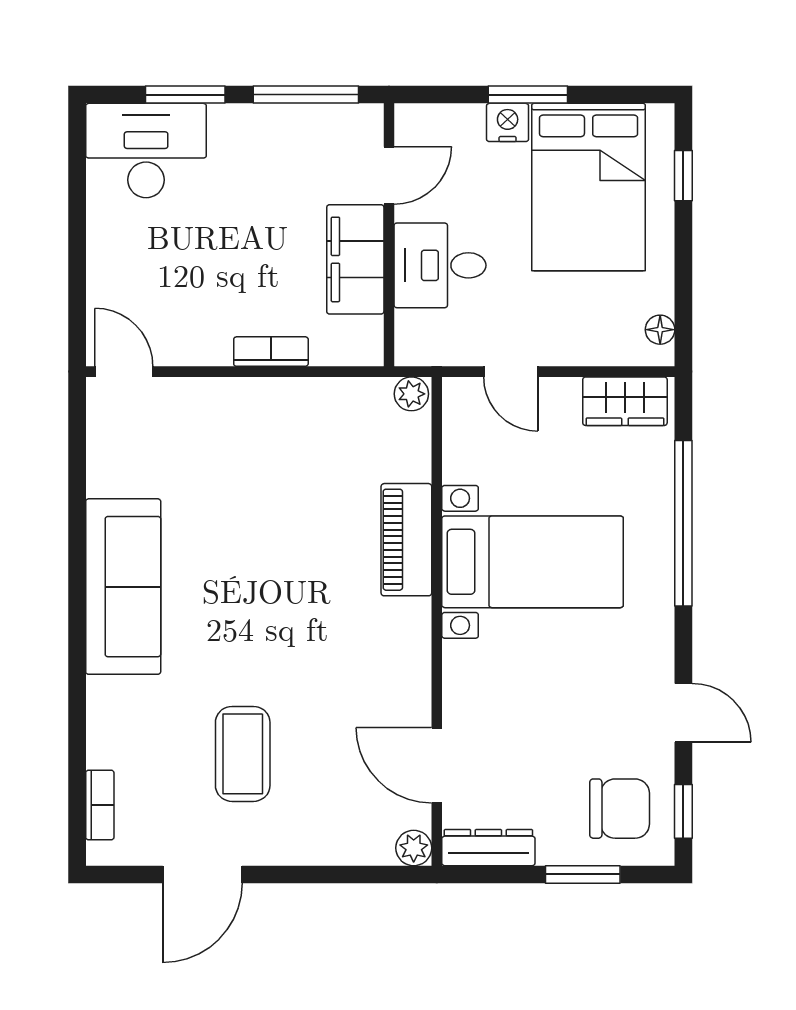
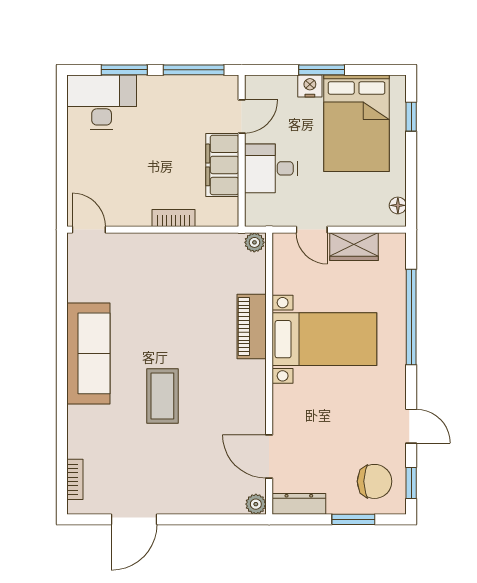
wardrobe: (625, 401) -> (354, 247), moved
coffee table: (243, 754) -> (162, 396), moved

